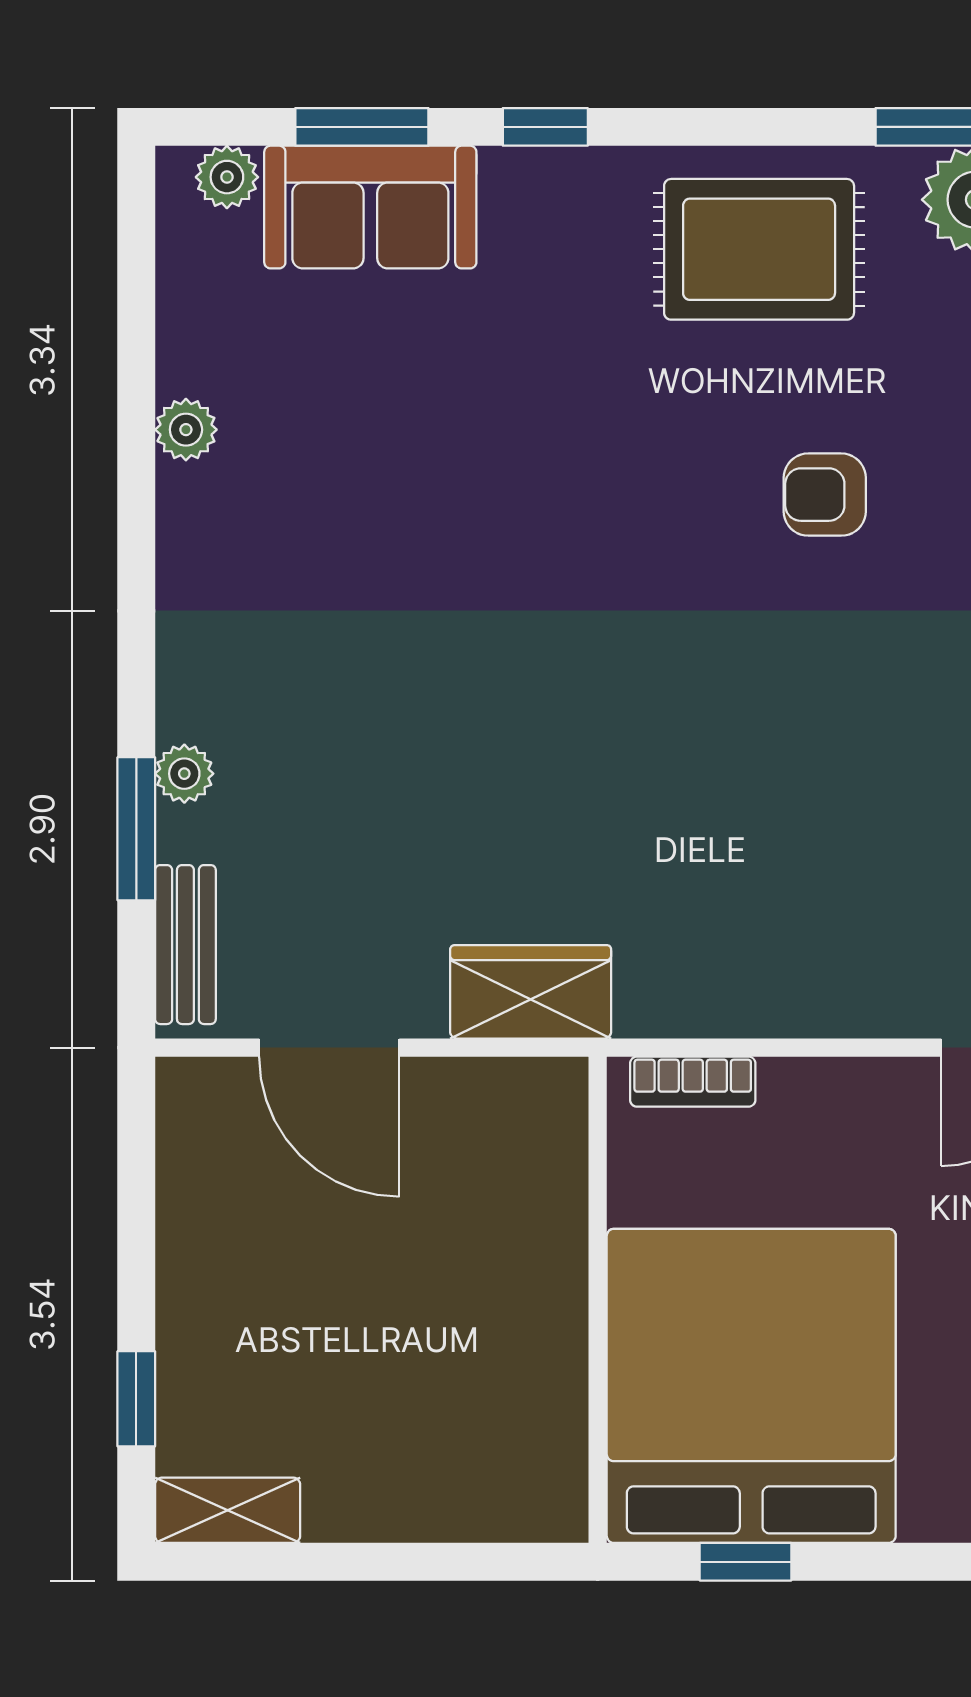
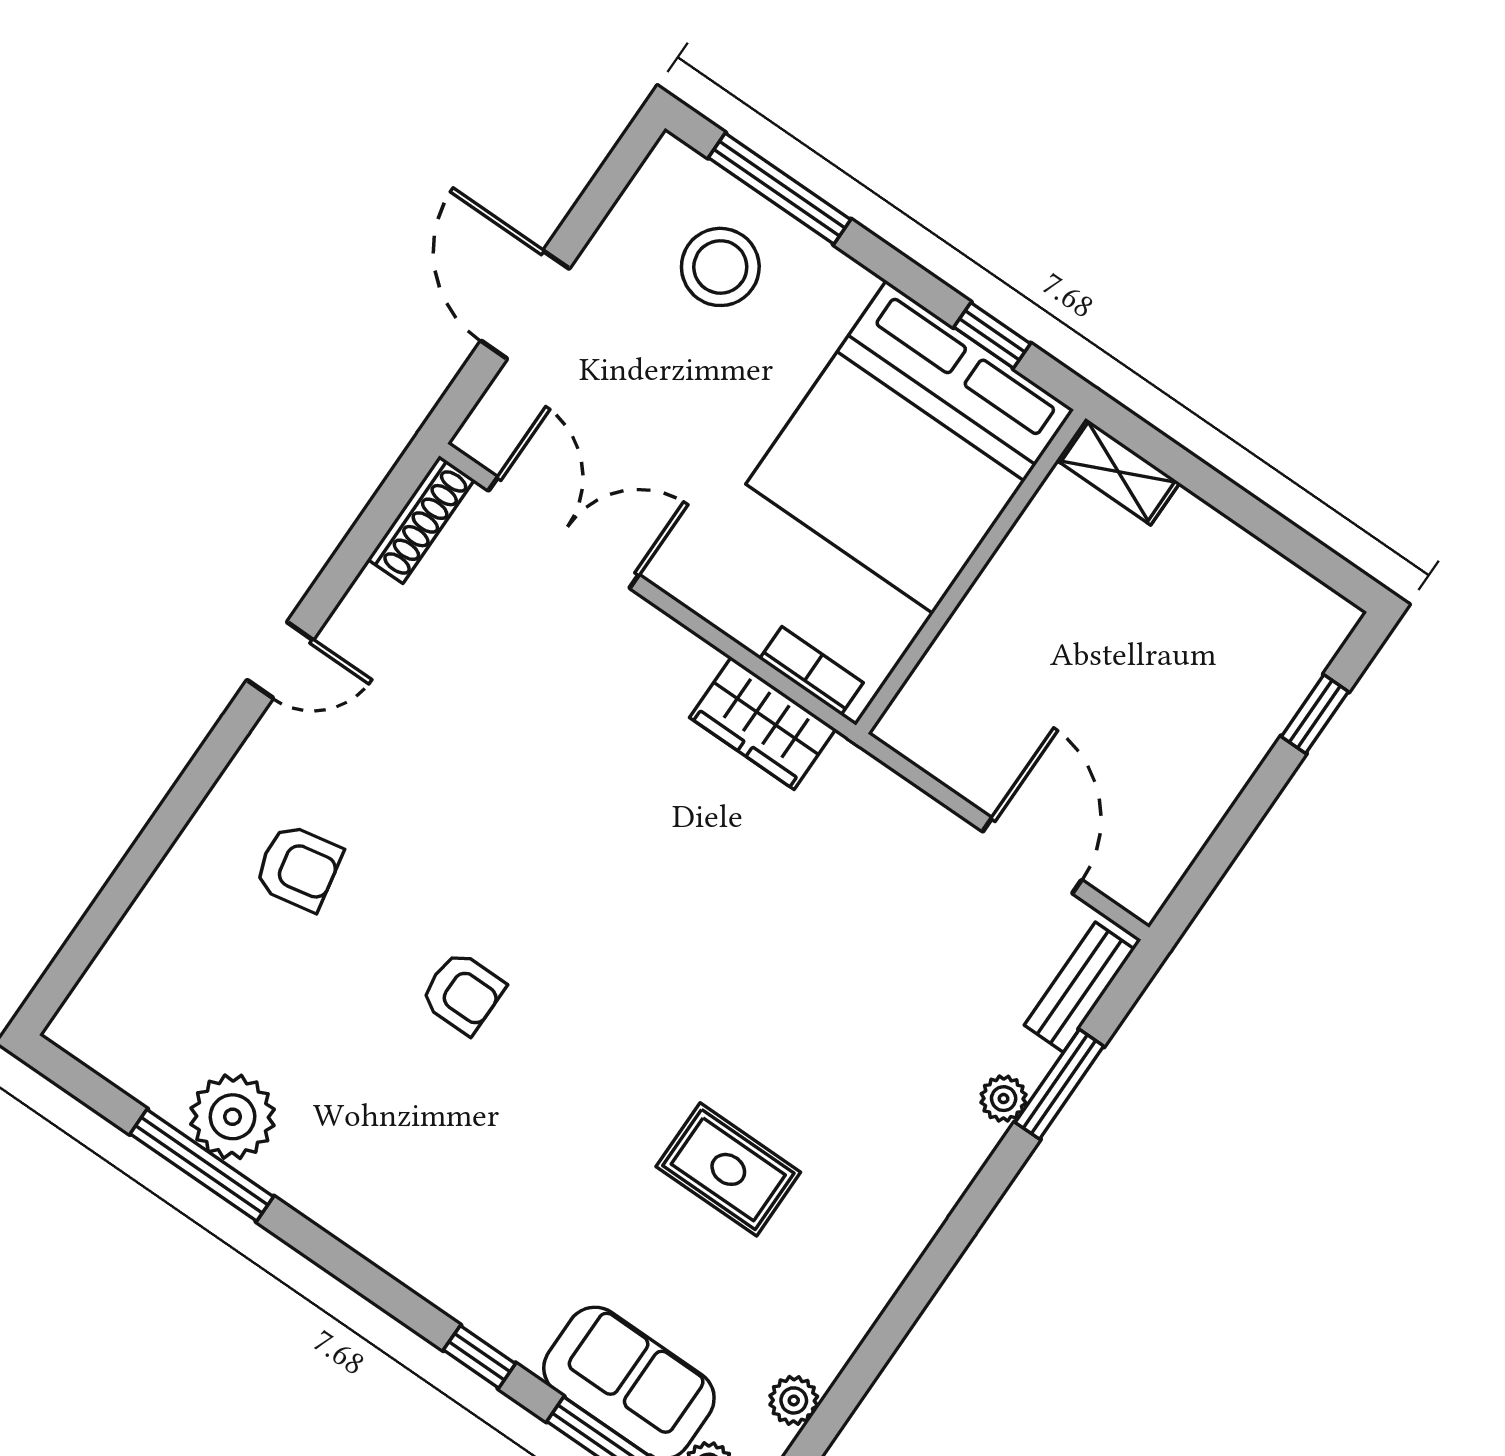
rug: (759, 249) -> (728, 1169), moved, width x0.73, depth x0.70
plant: (186, 430) -> (794, 1400), moved
wardrobe: (531, 992) -> (763, 723), moved
shelving: (228, 1510) -> (1118, 472), moved

